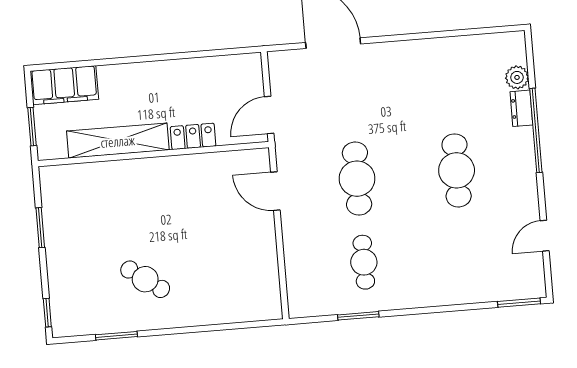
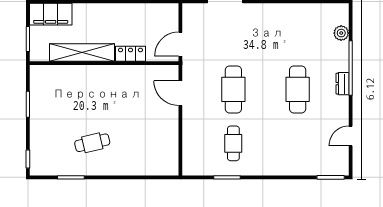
dresser: (521, 108) -> (342, 84), moved
cafe table: (145, 279) -> (92, 143), turned -49

